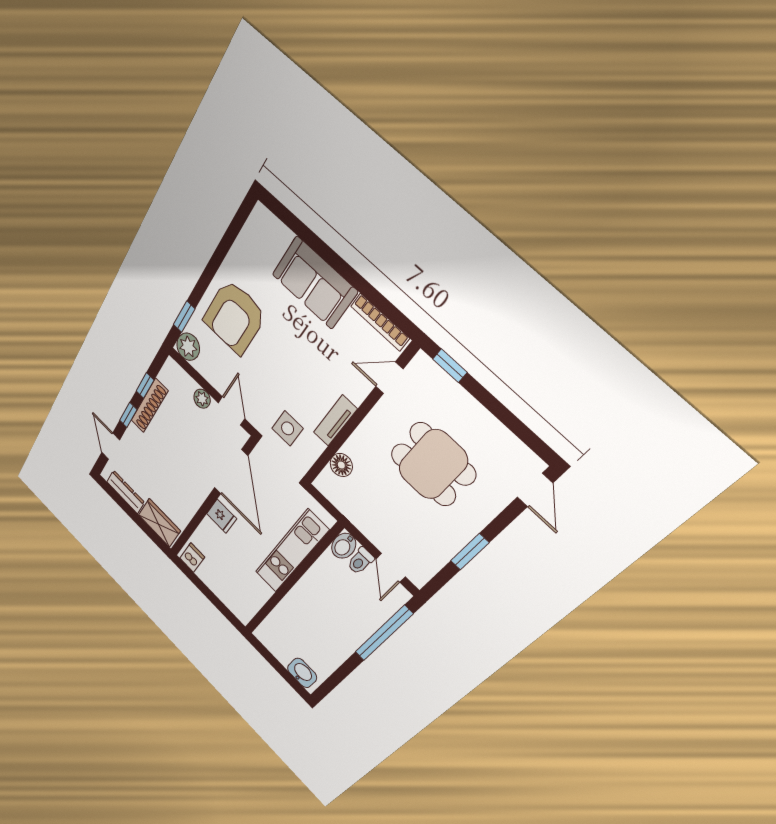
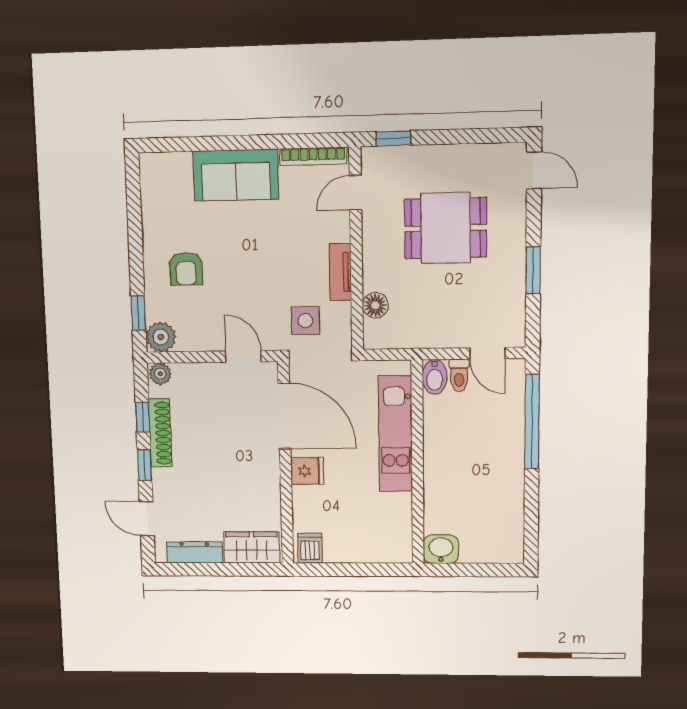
armchair: (234, 317) -> (186, 269), width x0.53, depth x0.53
plant: (202, 399) -> (160, 374), moved
washbasin: (302, 673) -> (441, 549), moved

